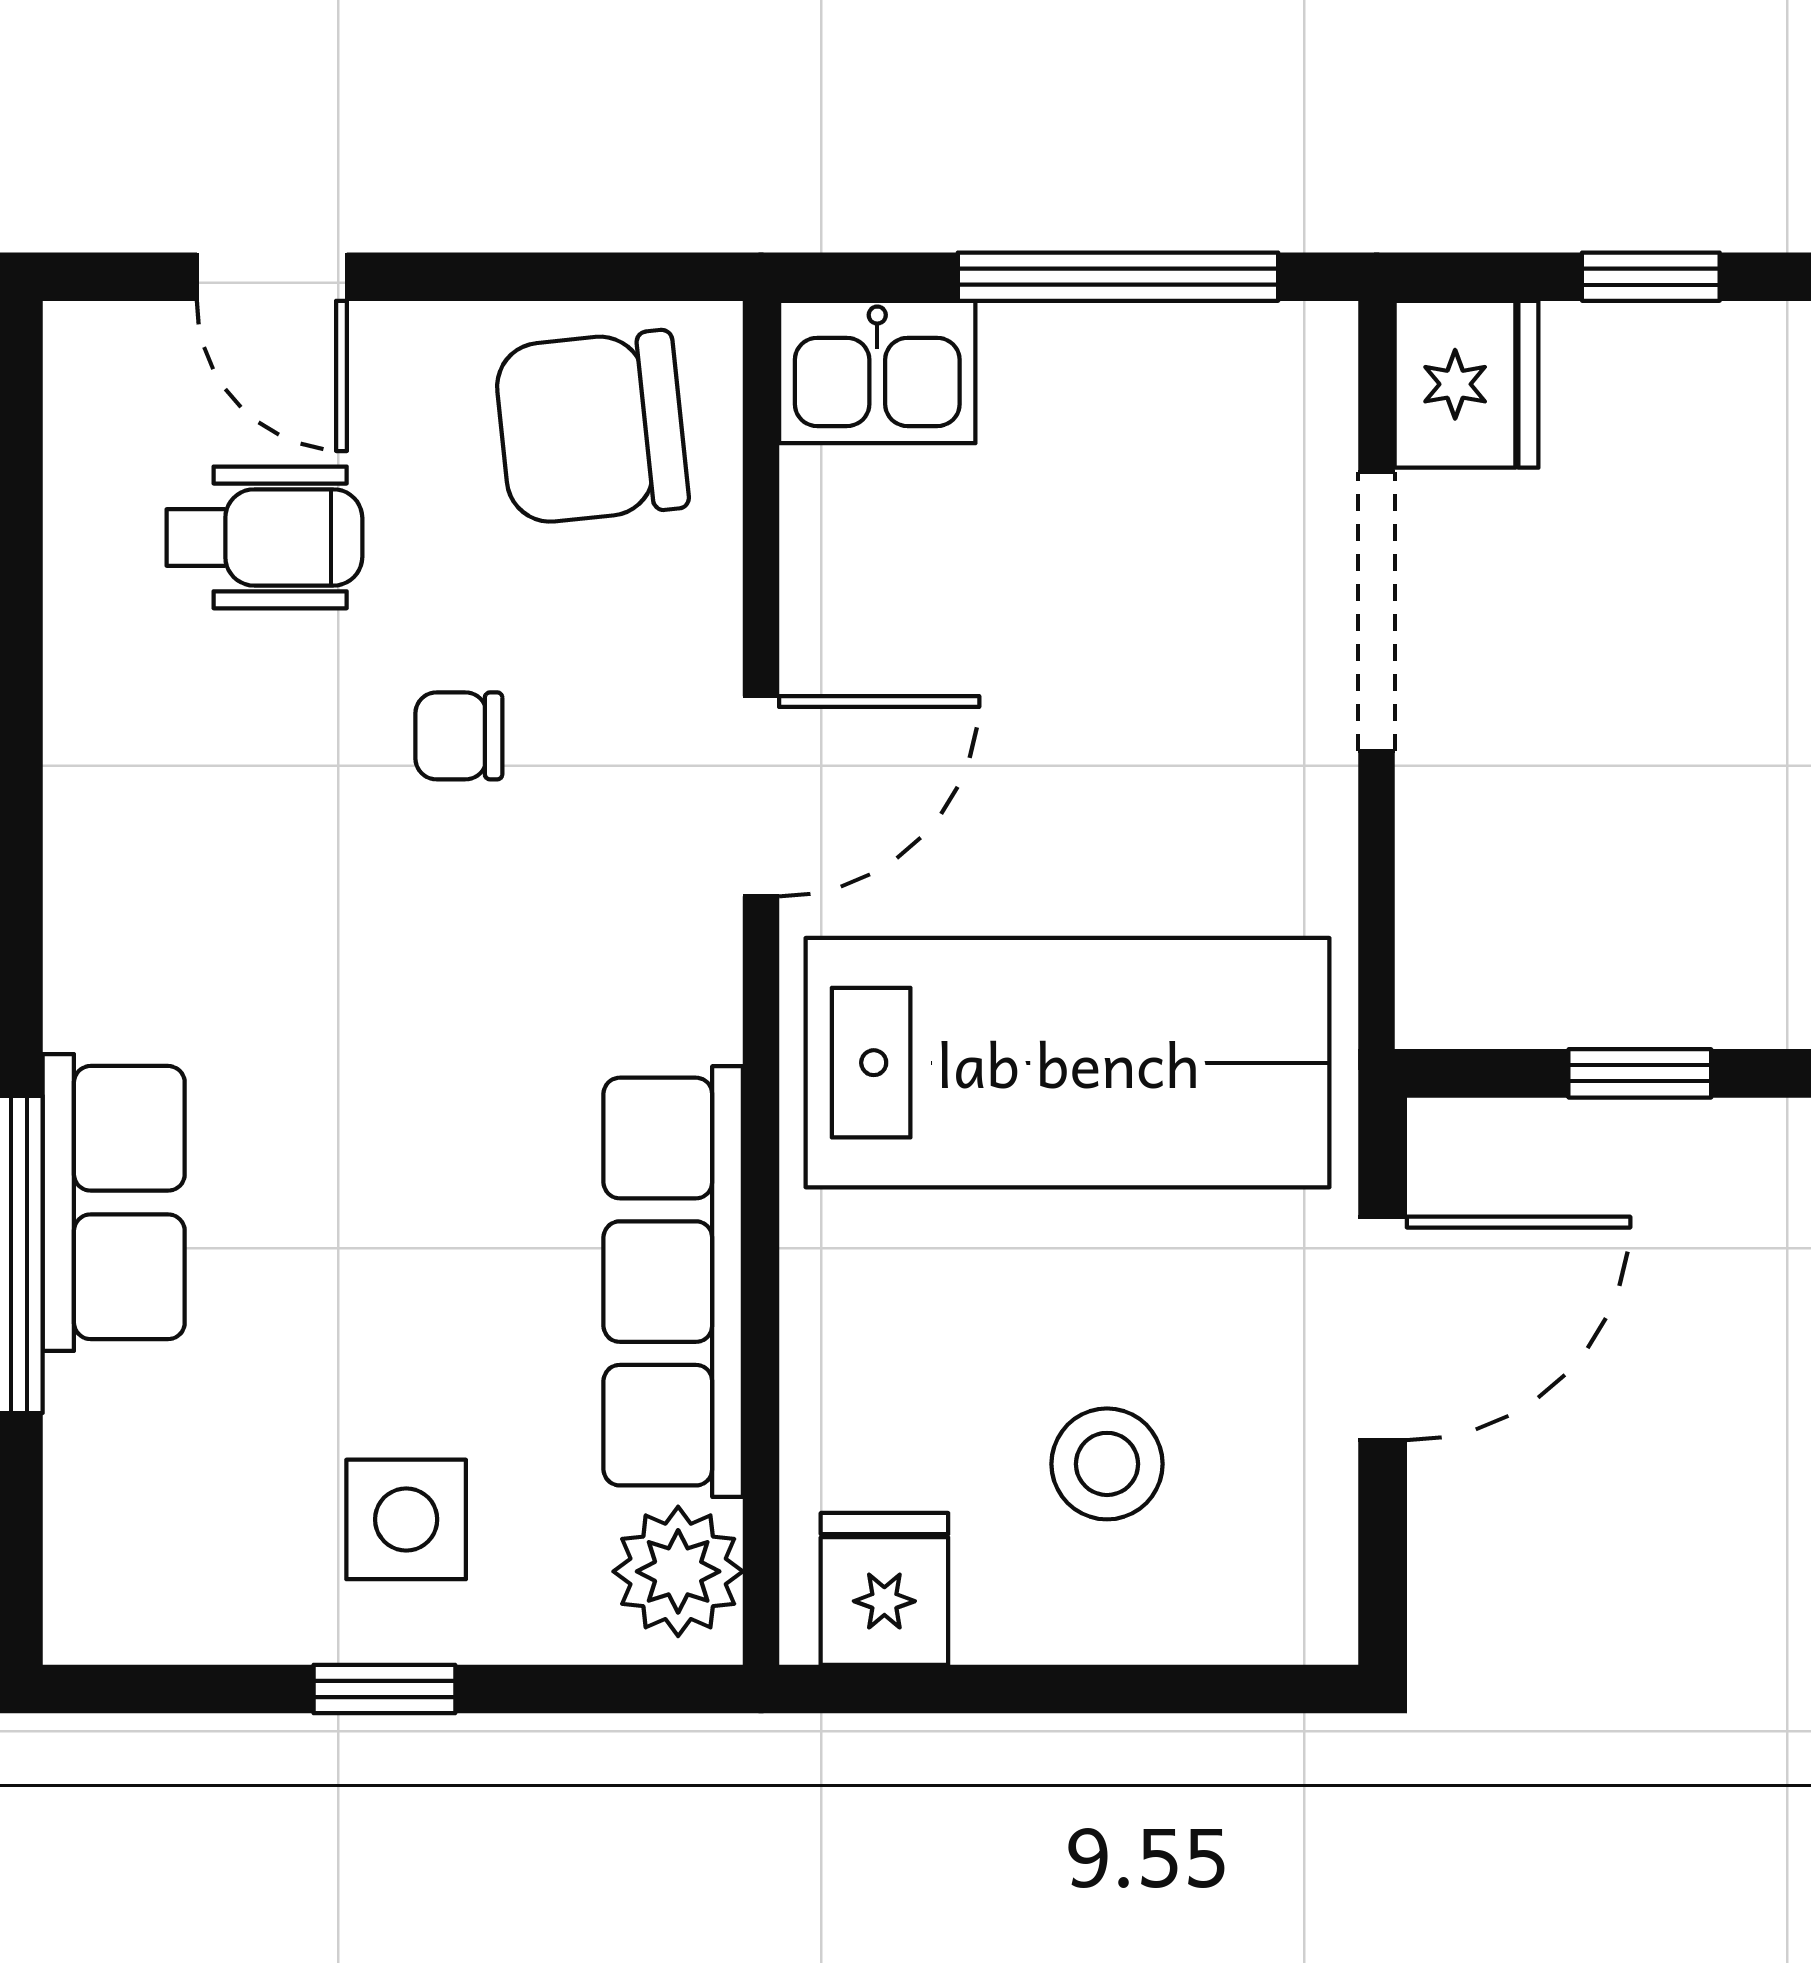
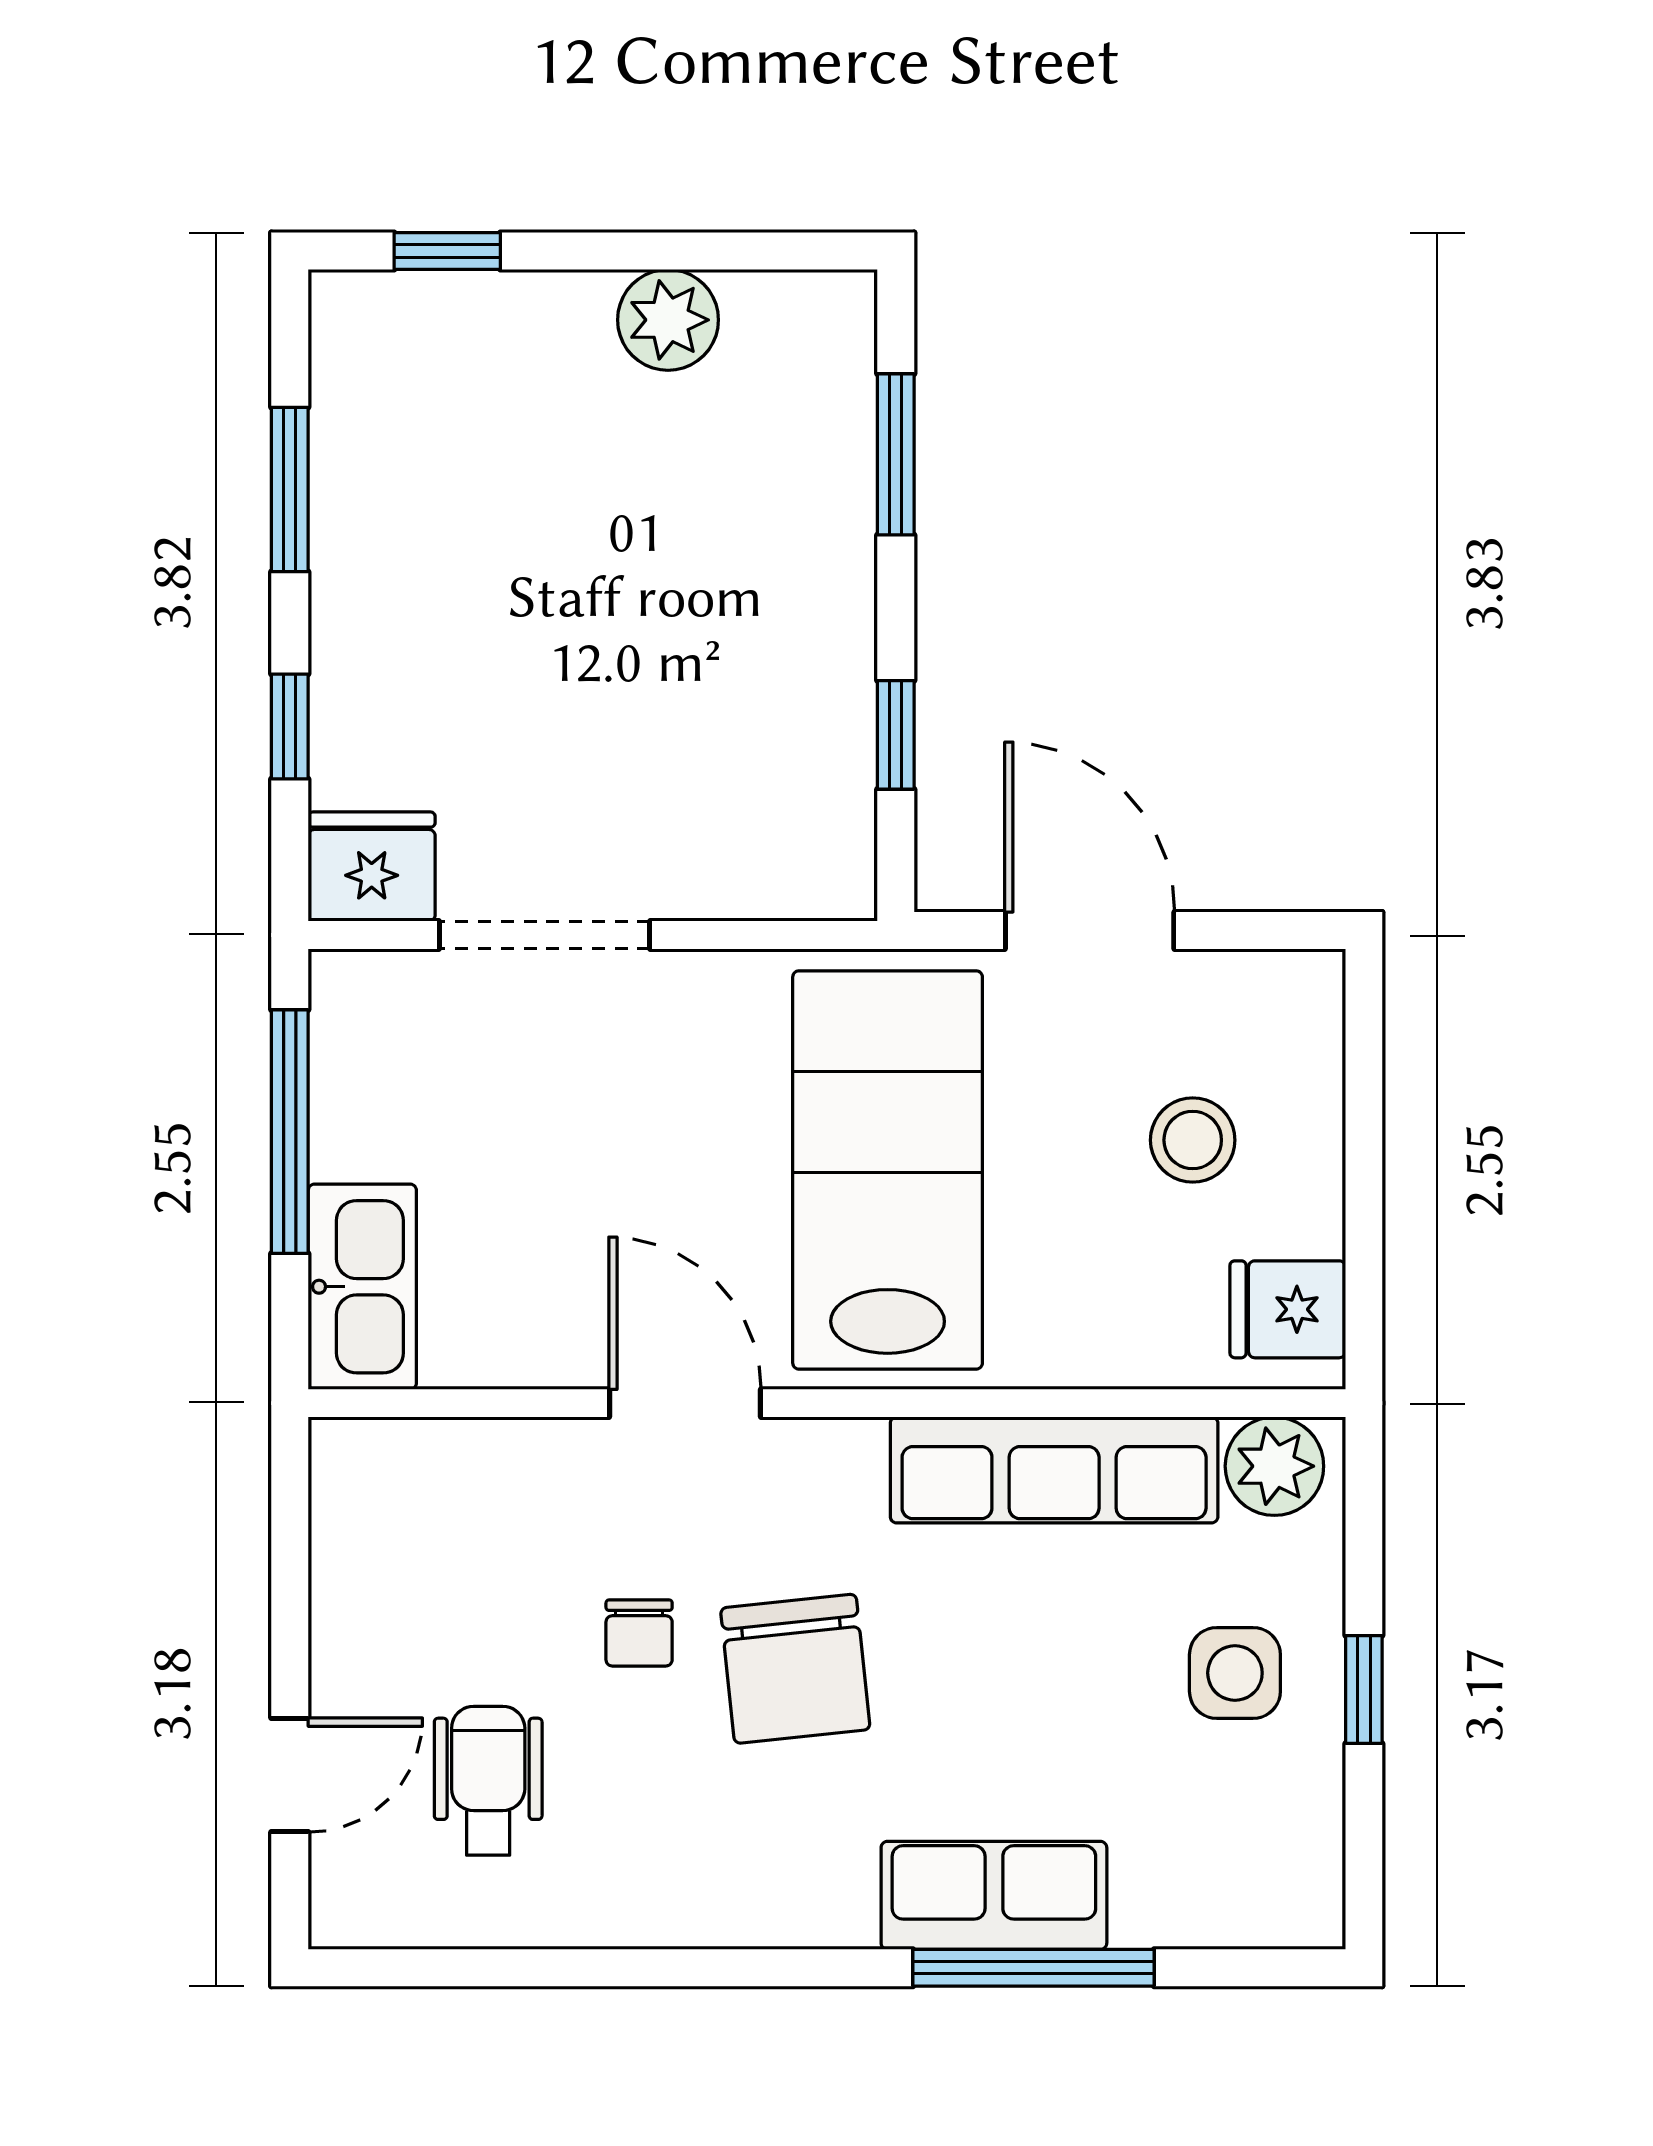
kitchen sink: (877, 372) -> (362, 1287), width x1.38
chair: (591, 427) -> (795, 1669), moved

